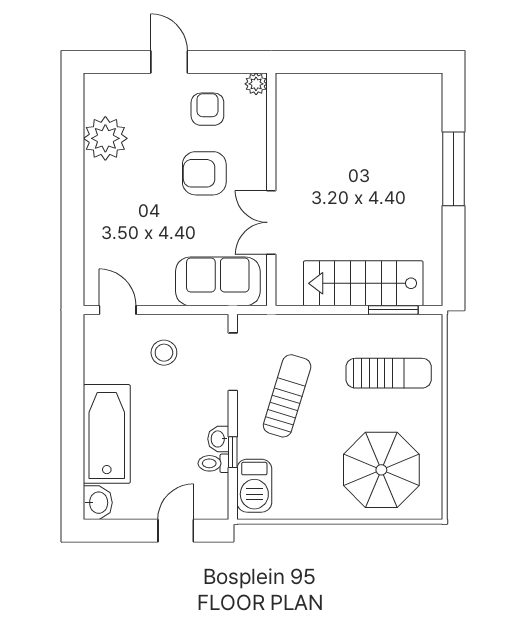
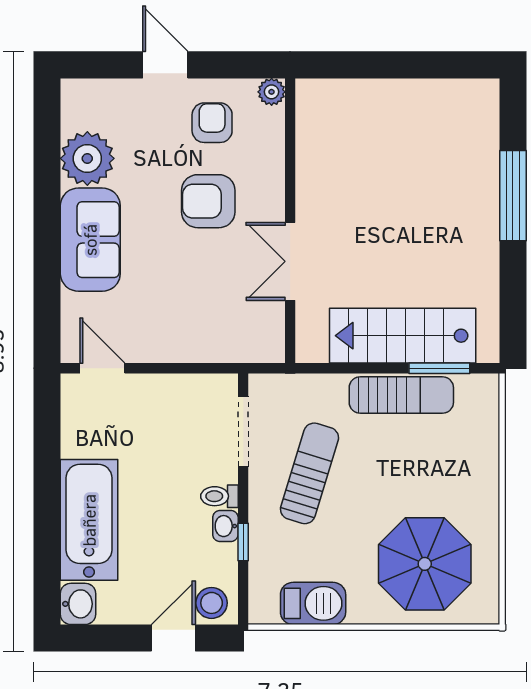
sofa: (218, 281) -> (90, 240), moved, turned 90
stool: (164, 353) -> (212, 603), moved
sun lounger: (389, 373) -> (401, 395), moved
toilet: (213, 463) -> (219, 496), moved
barbecue: (254, 486) -> (313, 603), moved, turned -90

